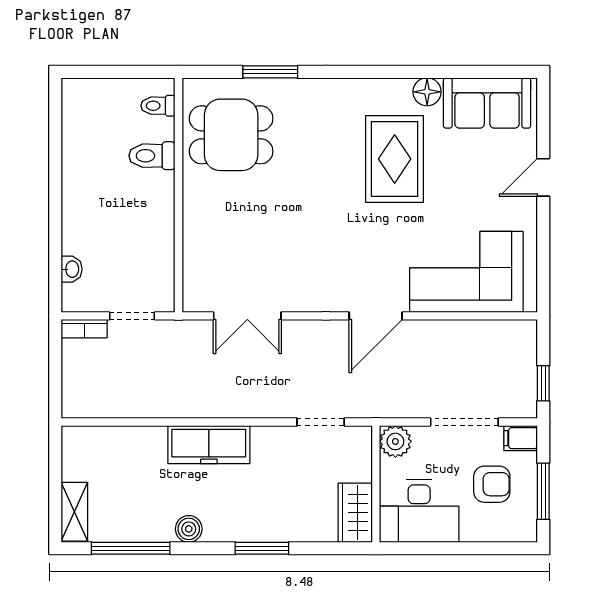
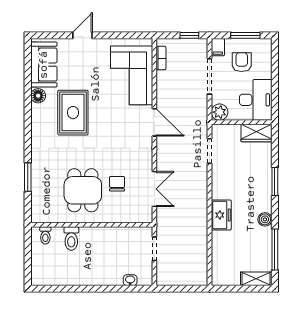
dining table: (231, 135) -> (83, 190), moved
rug: (395, 159) -> (73, 113), turned 90
door: (543, 177) -> (83, 35), swing flipped
chair: (257, 244) -> (117, 184), added
bookcase: (84, 329) -> (161, 58), moved
freezer: (209, 445) -> (221, 215), width x0.71

